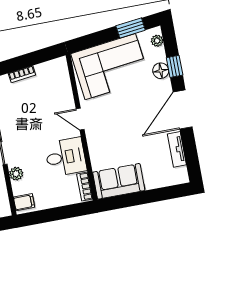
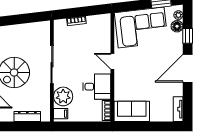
floor lamp: (161, 71) -> (177, 26), moved
tv unit: (177, 149) -> (178, 109), moved
plant: (16, 174) -> (63, 96), width x1.88, depth x1.88

